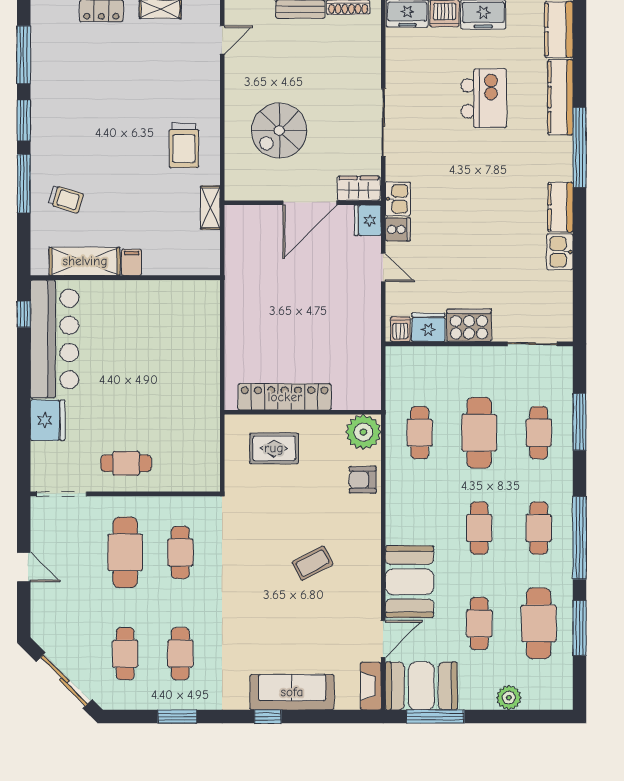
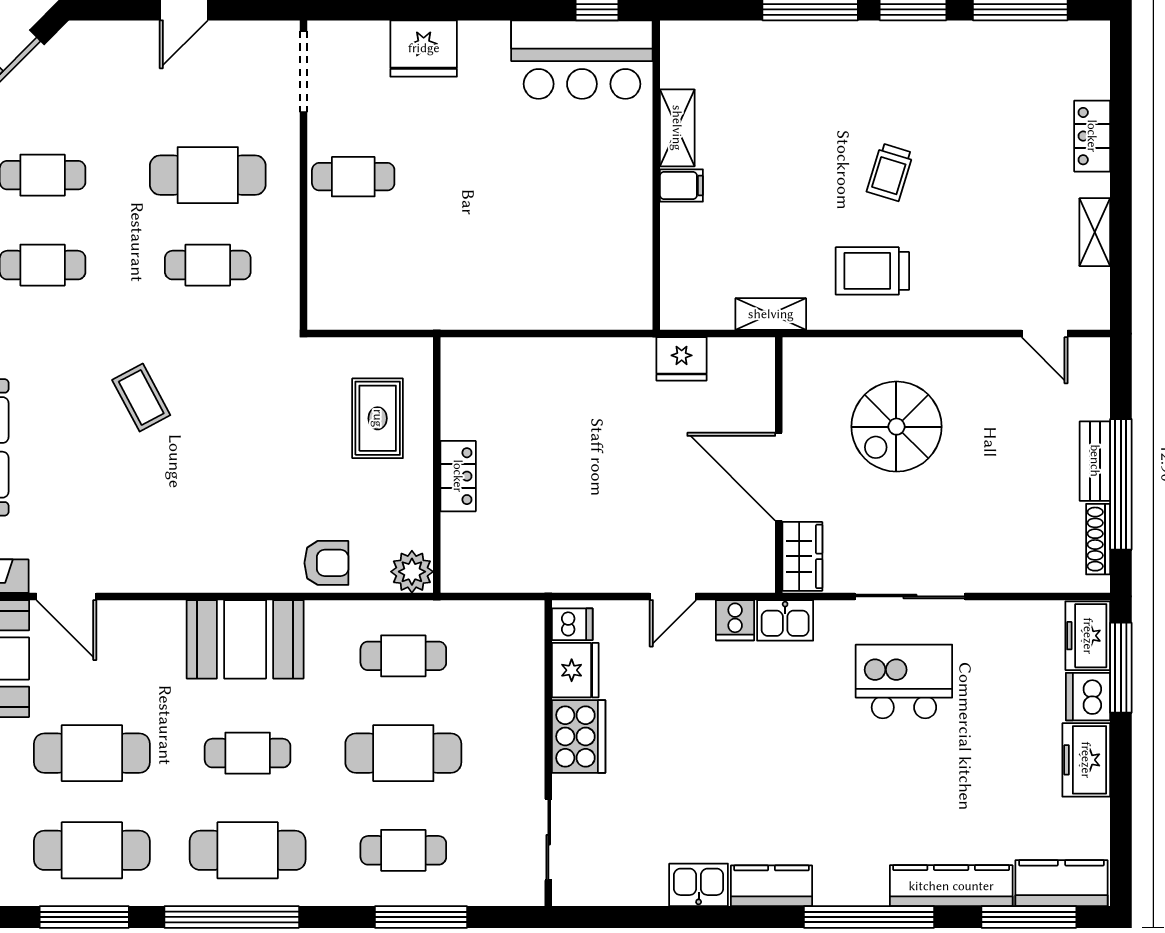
window: (580, 50) -> (1029, 917), added
kitchen island: (484, 98) -> (904, 681), moved, turned 180
spiral stairs: (279, 131) -> (896, 427), turned -90
trolley: (66, 199) -> (890, 172), moved
fridge: (368, 220) -> (682, 359), moved, turned 180
shelving: (85, 261) -> (677, 128), width x0.67, depth x0.75
bar counter: (54, 339) -> (582, 60), width x0.73
locker: (285, 397) -> (458, 476), width x0.46, depth x0.83
plant: (363, 432) -> (412, 572), width x0.73, depth x0.73
cafe table: (126, 463) -> (353, 177), turned 90
armchair: (363, 480) -> (326, 563), turned 90
cafe table: (539, 528) -> (248, 850), width x1.37, depth x1.35
coffee table: (313, 563) -> (141, 398), moved
booth: (409, 582) -> (245, 639), moved
cafe table: (479, 623) -> (92, 753), width x1.37, depth x1.35

